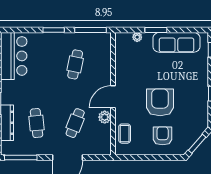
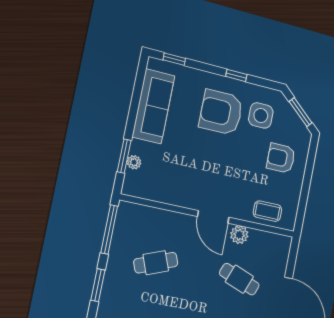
window: (156, 30) -> (124, 156), moved
cafe table: (75, 64) -> (156, 263), turned -33
armchair: (160, 102) -> (221, 112), moved
side table: (188, 116) -> (261, 115), added

